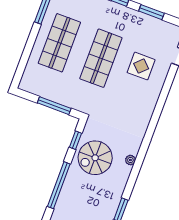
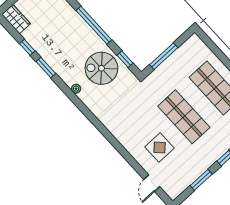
spiral stairs: (95, 158) -> (101, 68), turned -90
plant: (130, 160) -> (76, 89), moved

